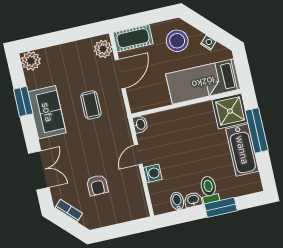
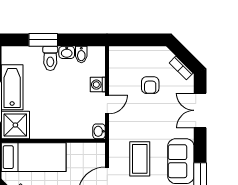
coffee table: (91, 105) -> (140, 159), width x1.36, depth x1.30
armchair: (97, 185) -> (150, 85), turned 180

